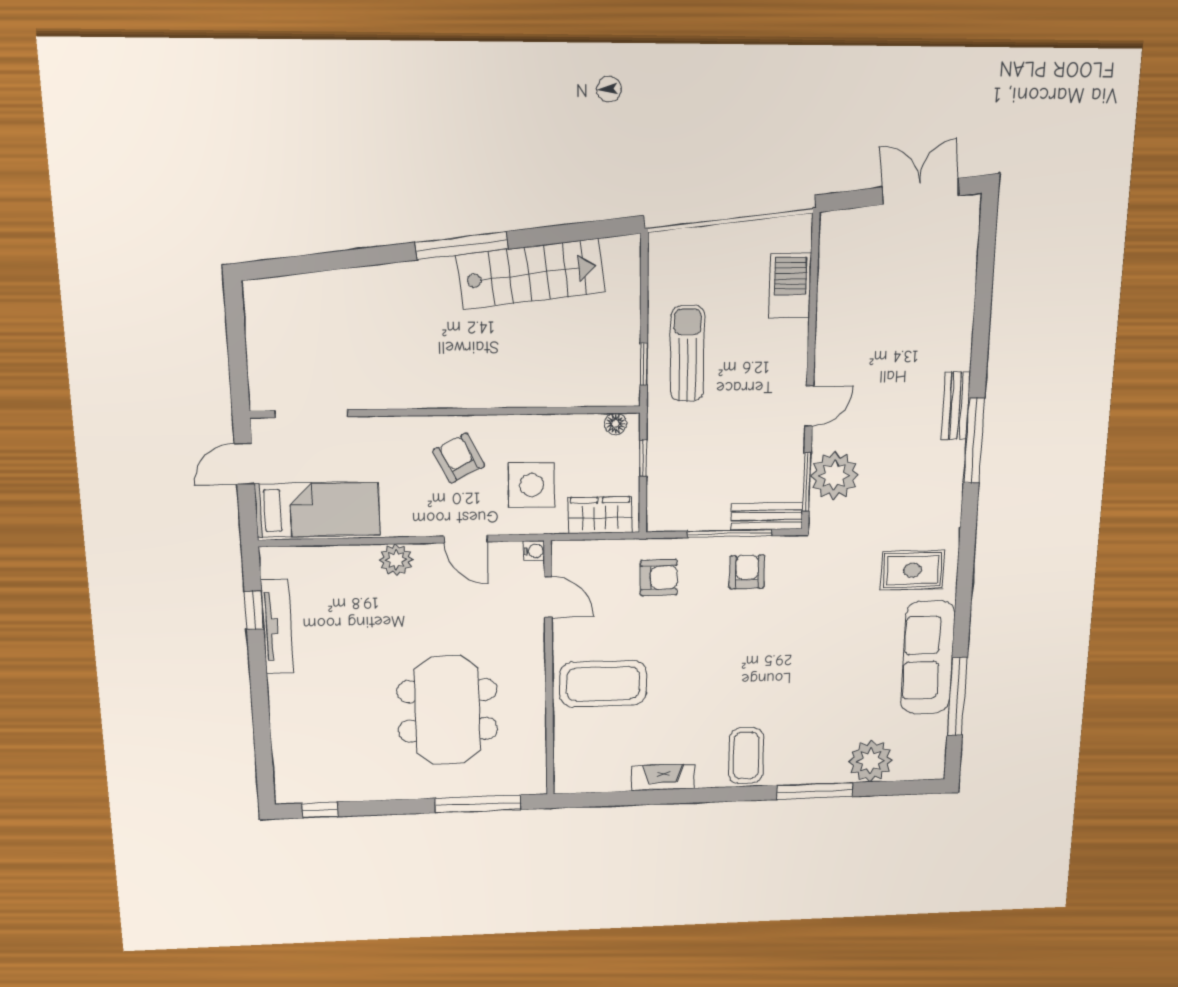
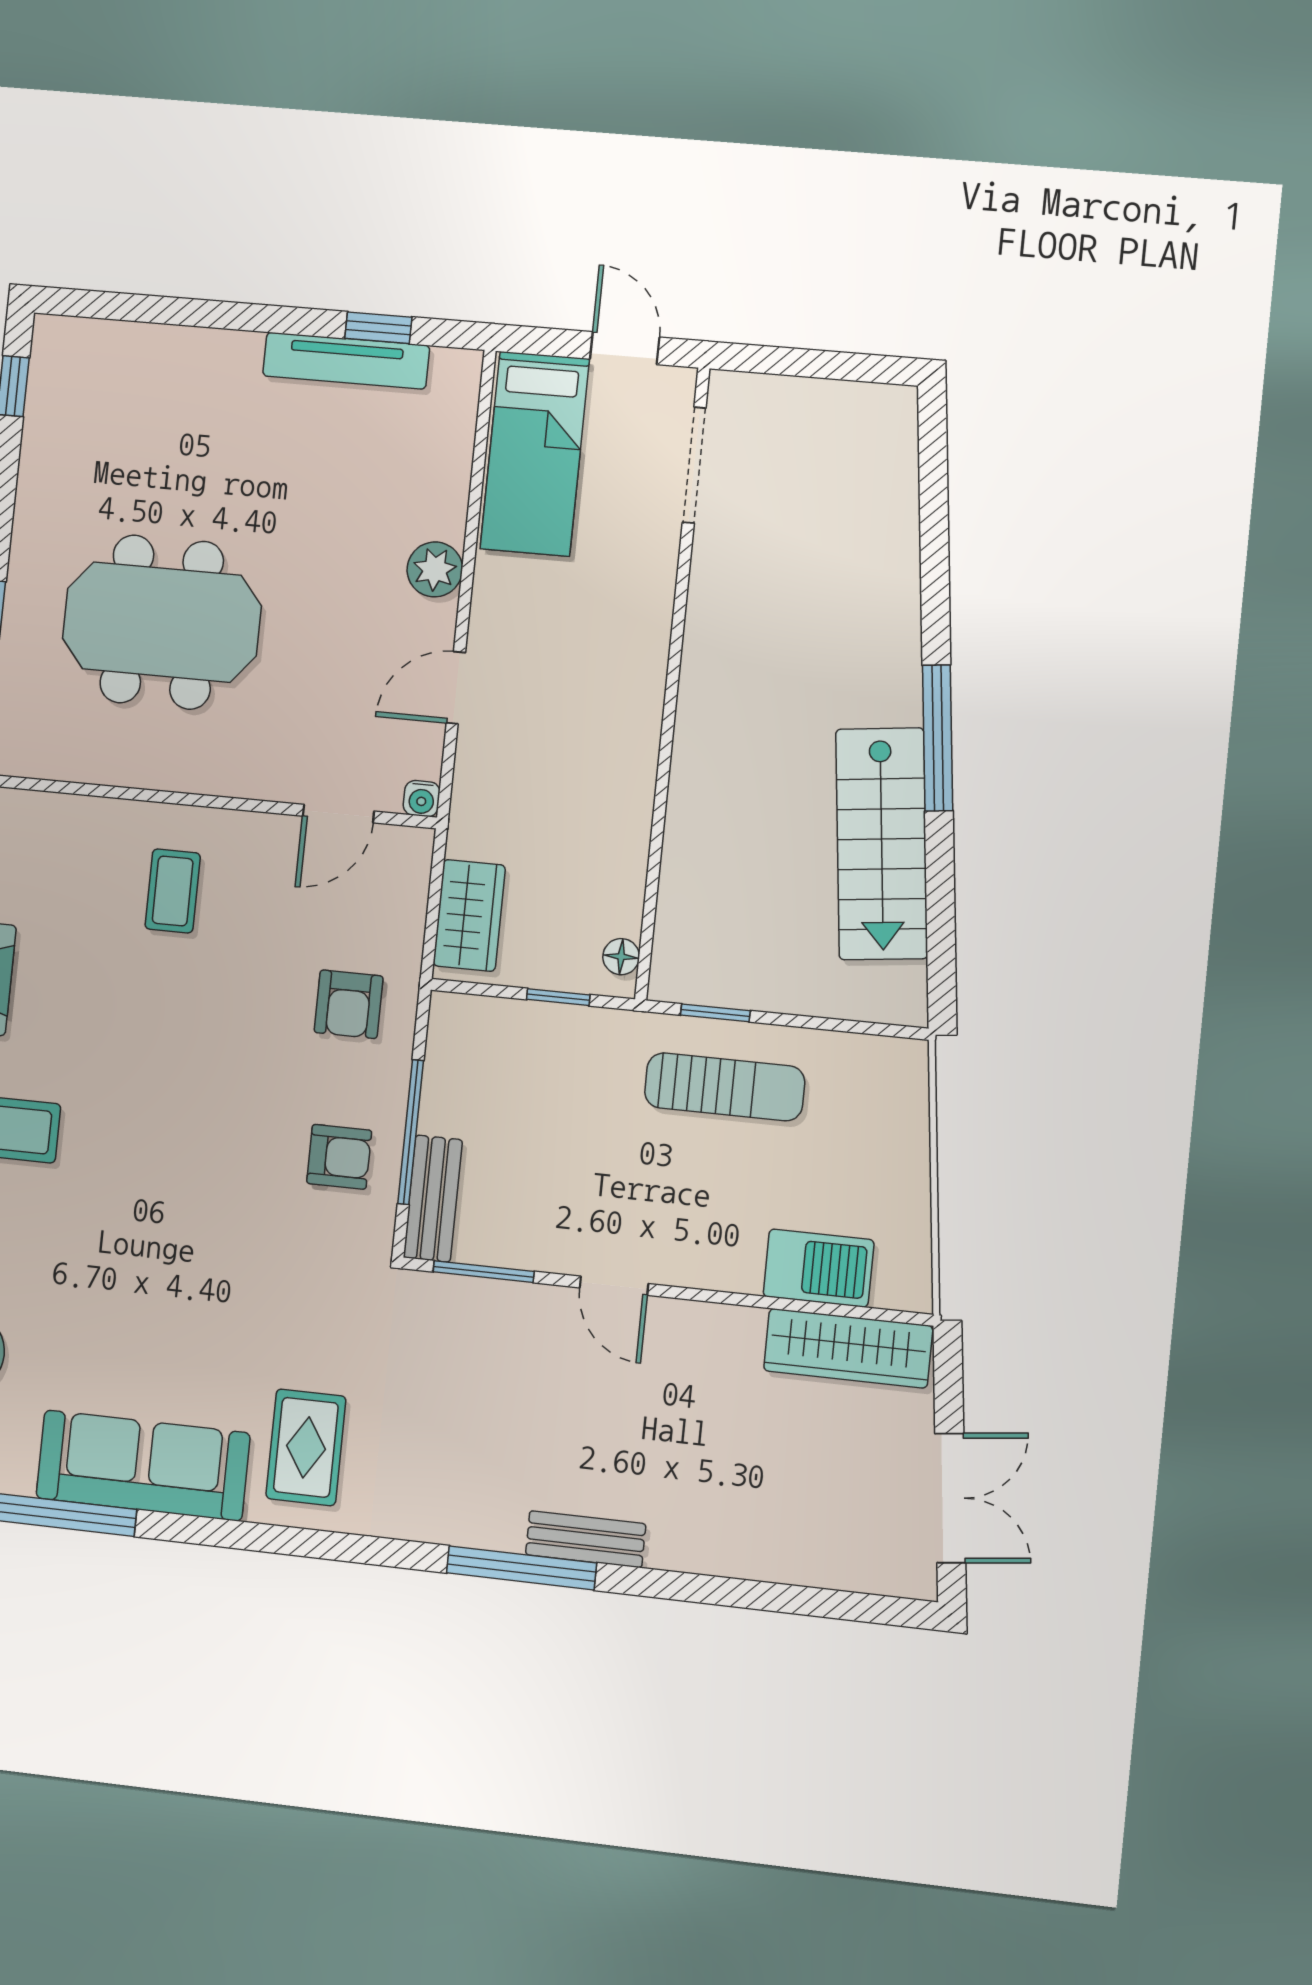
wardrobe: (836, 263) -> (848, 1348), added
armchair: (459, 458) -> (594, 693), removed
plant: (834, 476) -> (489, 1320), removed
side table: (532, 485) -> (534, 807), removed
coffee table: (603, 684) -> (173, 891), width x0.54, depth x0.58

